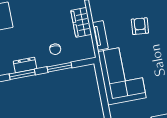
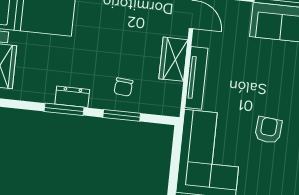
armchair: (140, 26) -> (268, 130), moved
tv unit: (100, 35) -> (196, 78), width x1.41

